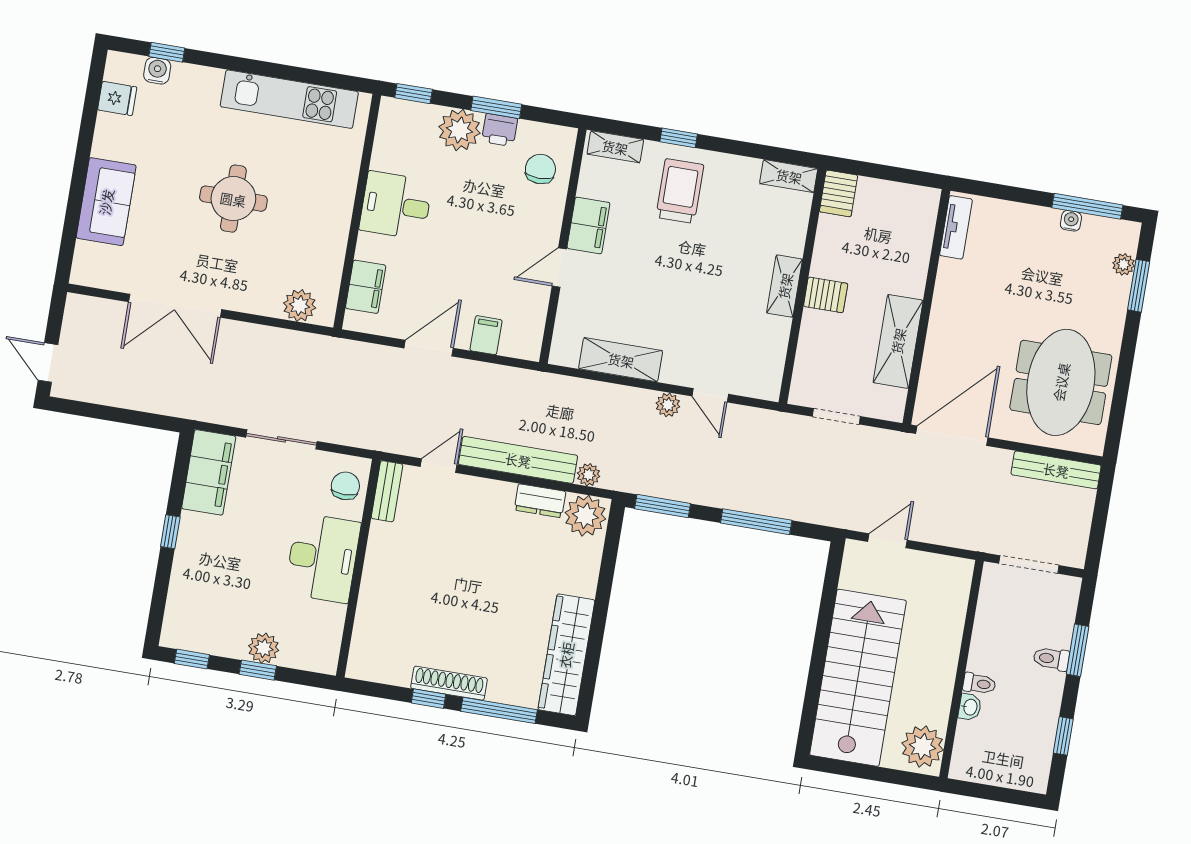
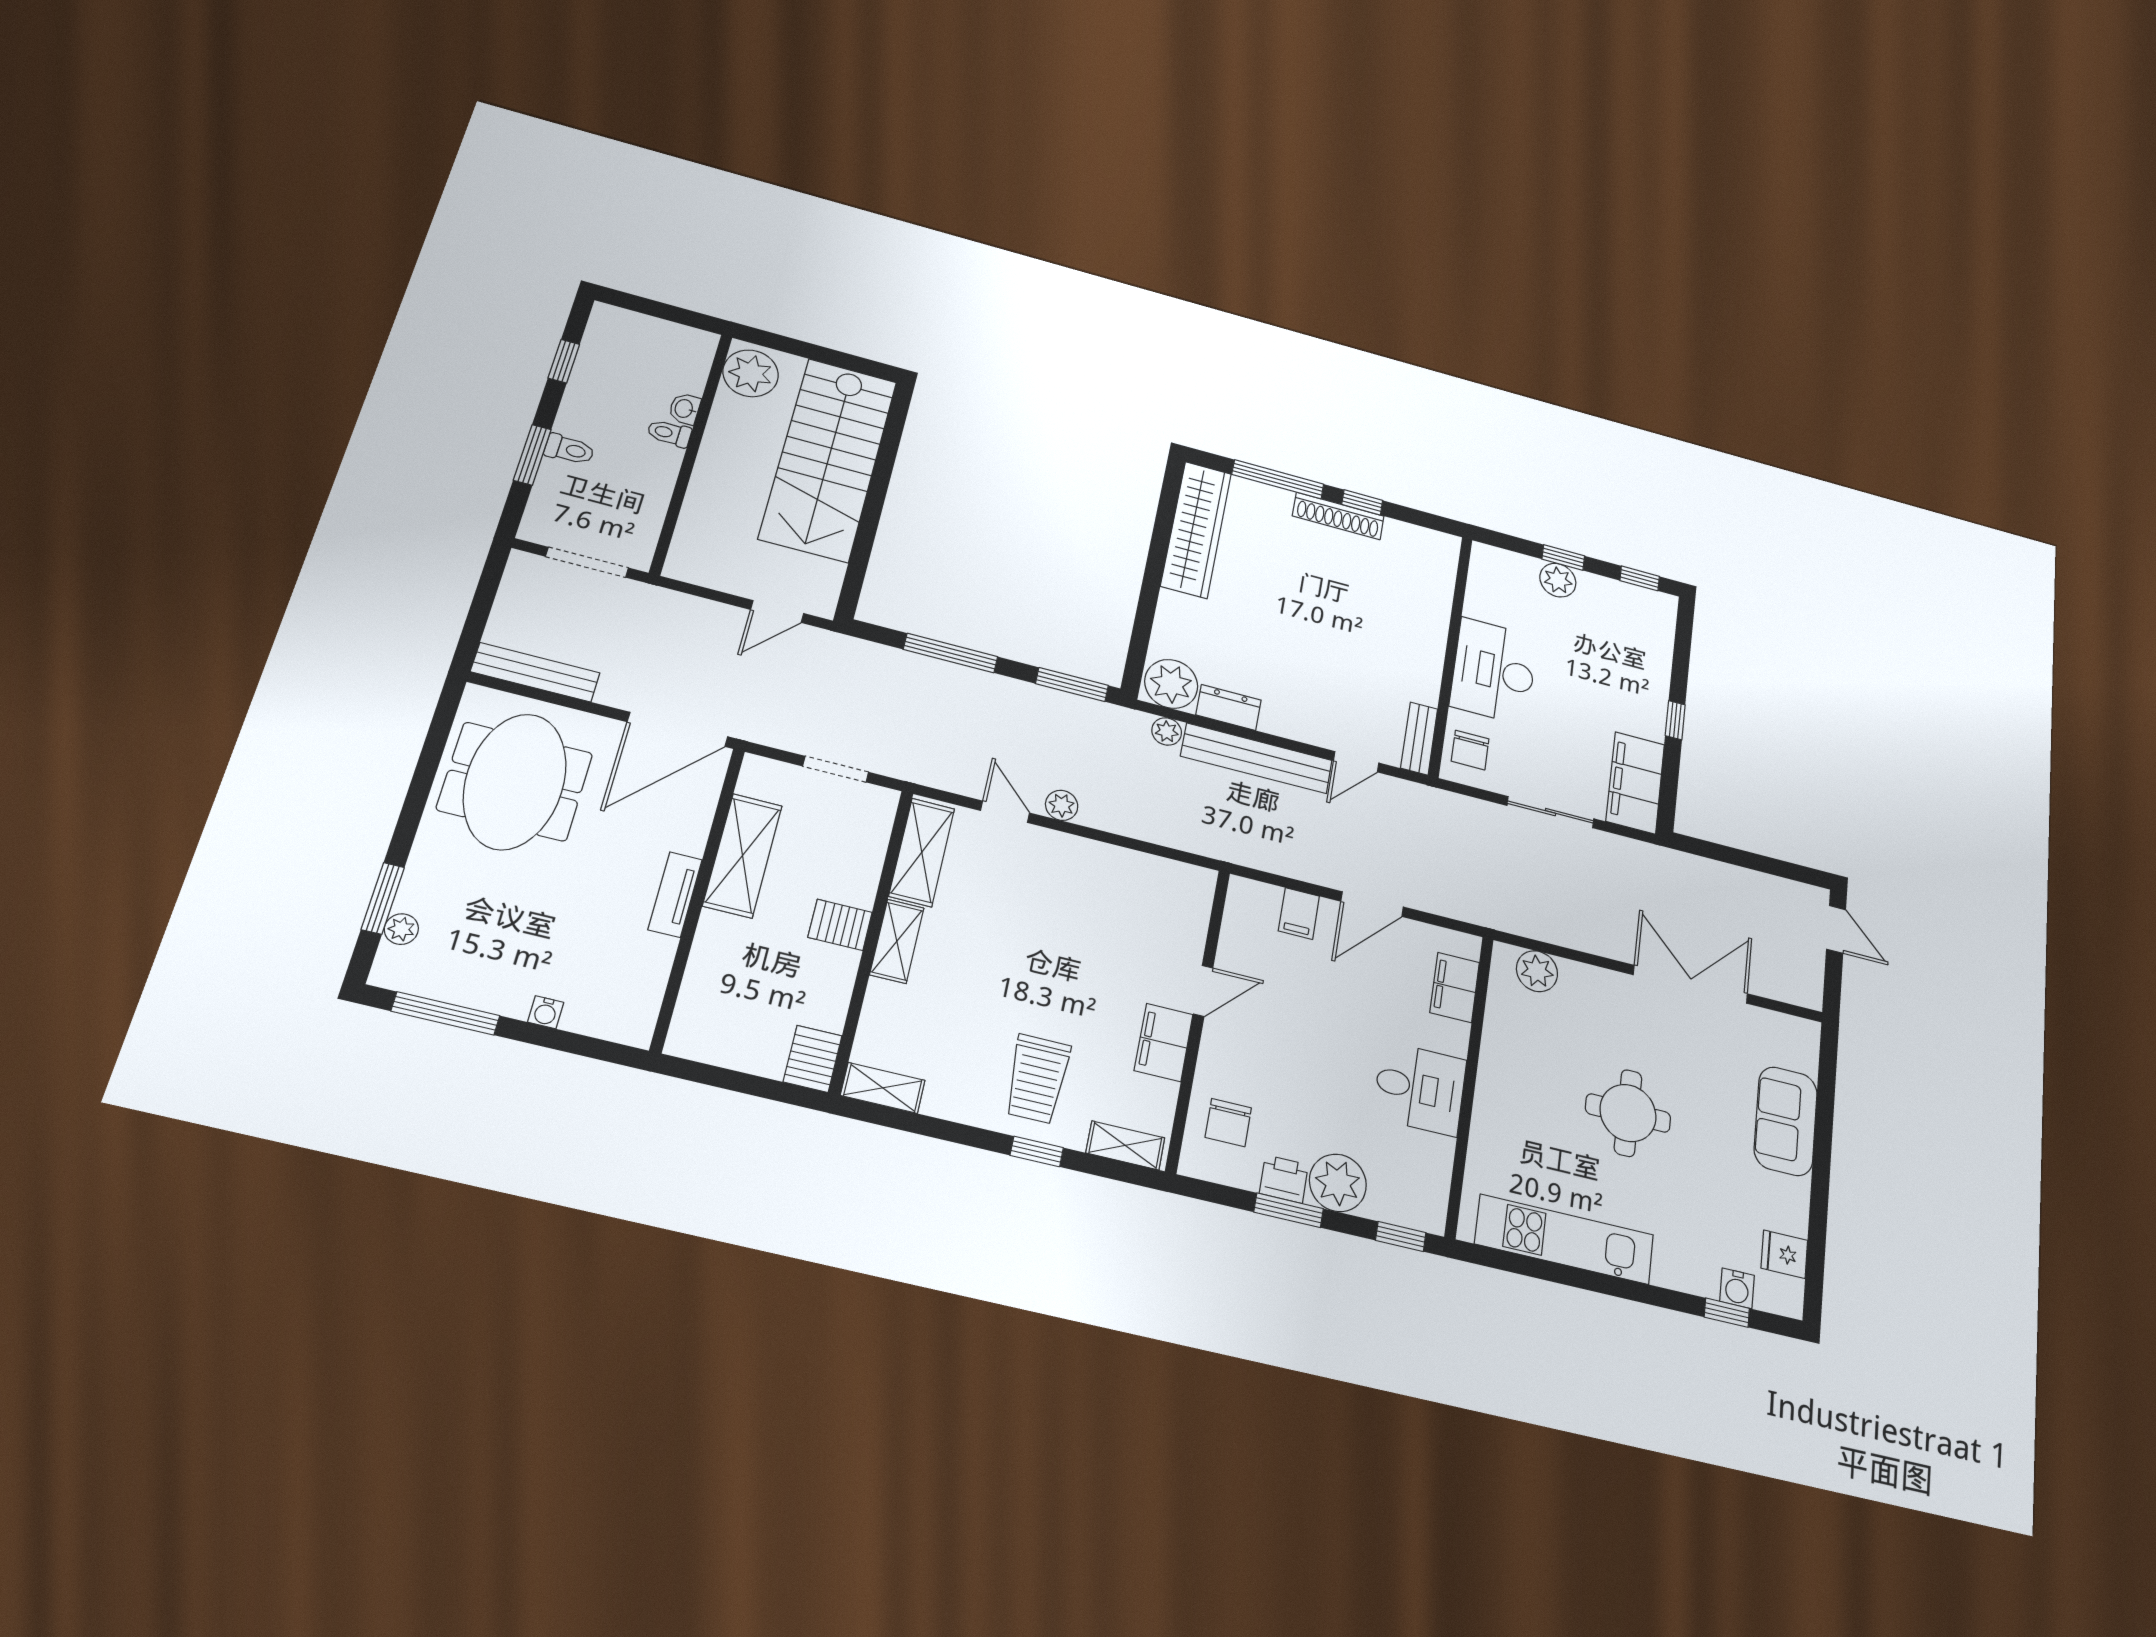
water cooler: (1071, 221) -> (546, 1012), moved
tv unit: (956, 227) -> (675, 895), moved
shelving: (621, 360) -> (922, 852), moved, turned 90

